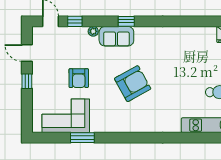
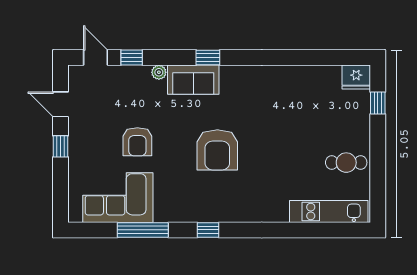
armchair: (133, 84) -> (217, 150), turned 119
window: (82, 138) -> (143, 230), width x1.44
window: (126, 138) -> (208, 230), added

